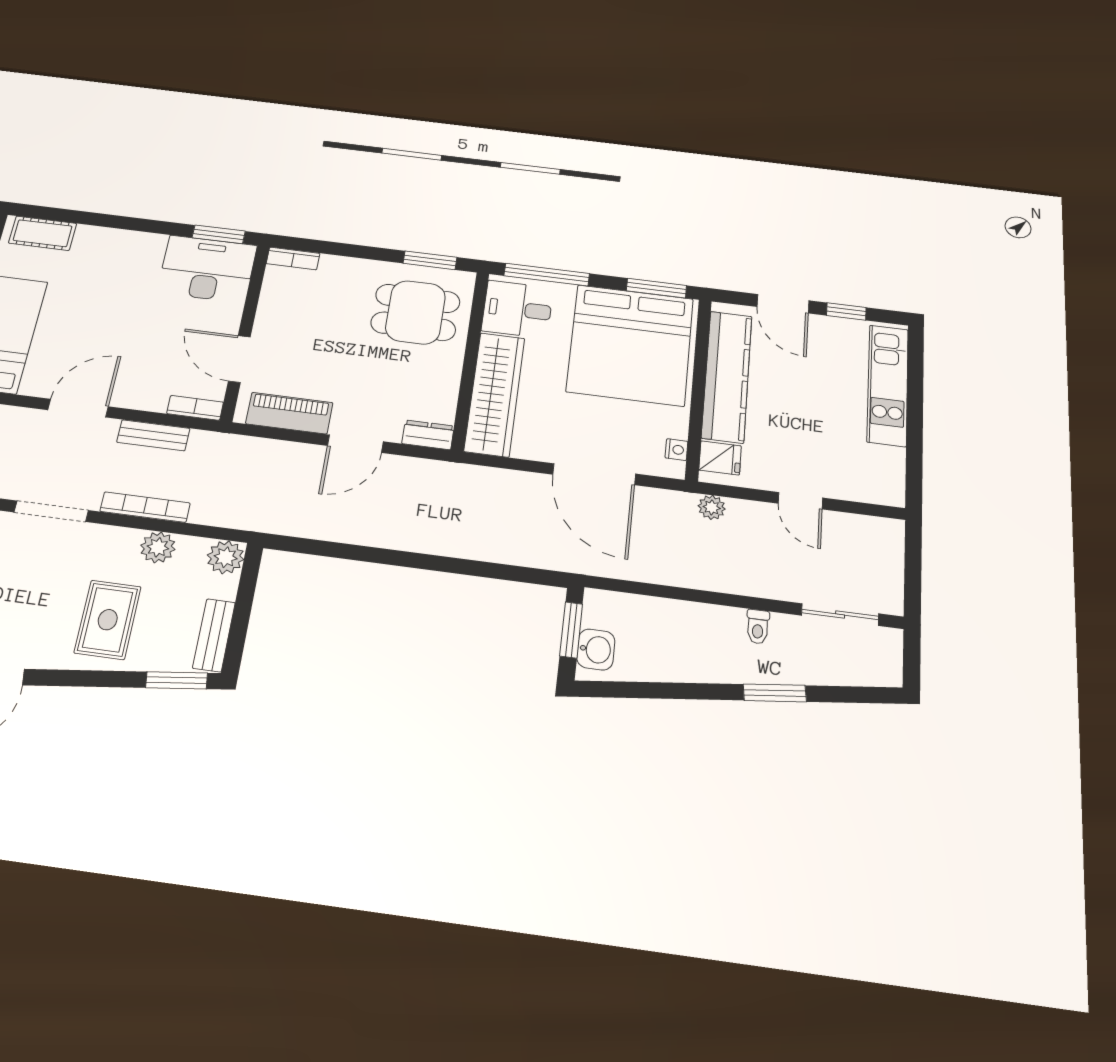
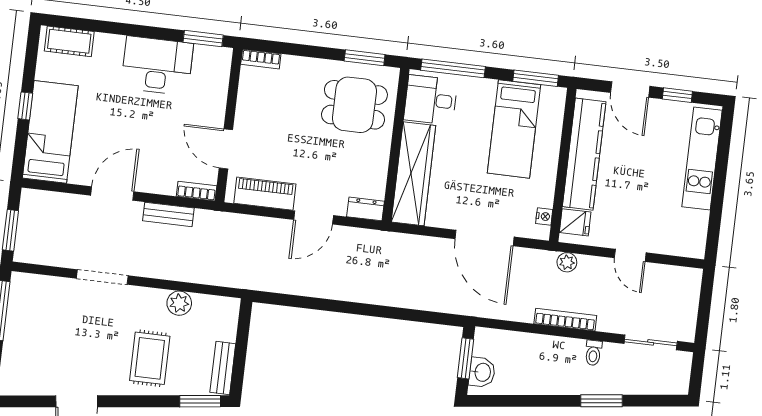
desk: (207, 269) -> (157, 66), moved
bed: (630, 345) -> (514, 129), width x0.49
bookcase: (145, 507) -> (565, 320), moved
plant: (226, 557) -> (227, 310), removed

